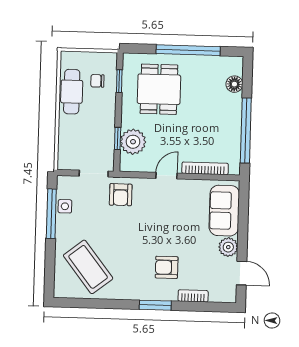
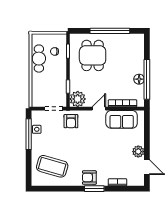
floor lamp: (234, 84) -> (139, 79), moved
plant: (133, 142) -> (78, 99), moved
sofa: (224, 211) -> (122, 119), moved, turned -90
coffee table: (88, 267) -> (52, 166), turned -36
armchair: (167, 267) -> (89, 178), moved

